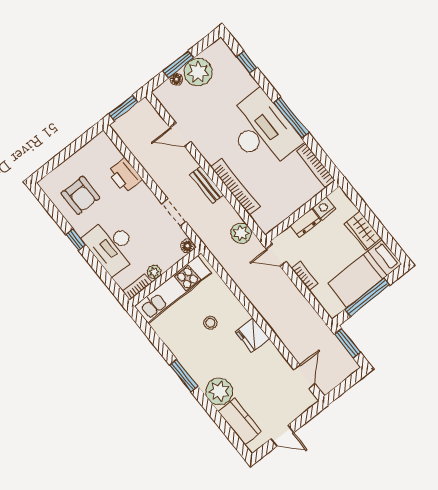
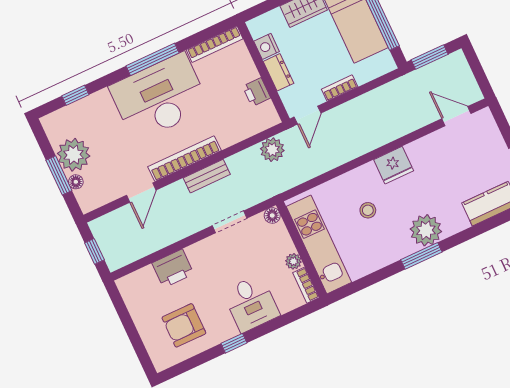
window: (123, 108) -> (94, 251), width x0.67
bookcase: (235, 187) -> (184, 159), moved
armchair: (81, 195) -> (184, 325), turned 180
printer: (285, 209) -> (257, 92), added
desk: (112, 246) -> (251, 303), width x0.73
plant: (219, 391) -> (426, 230), moved

